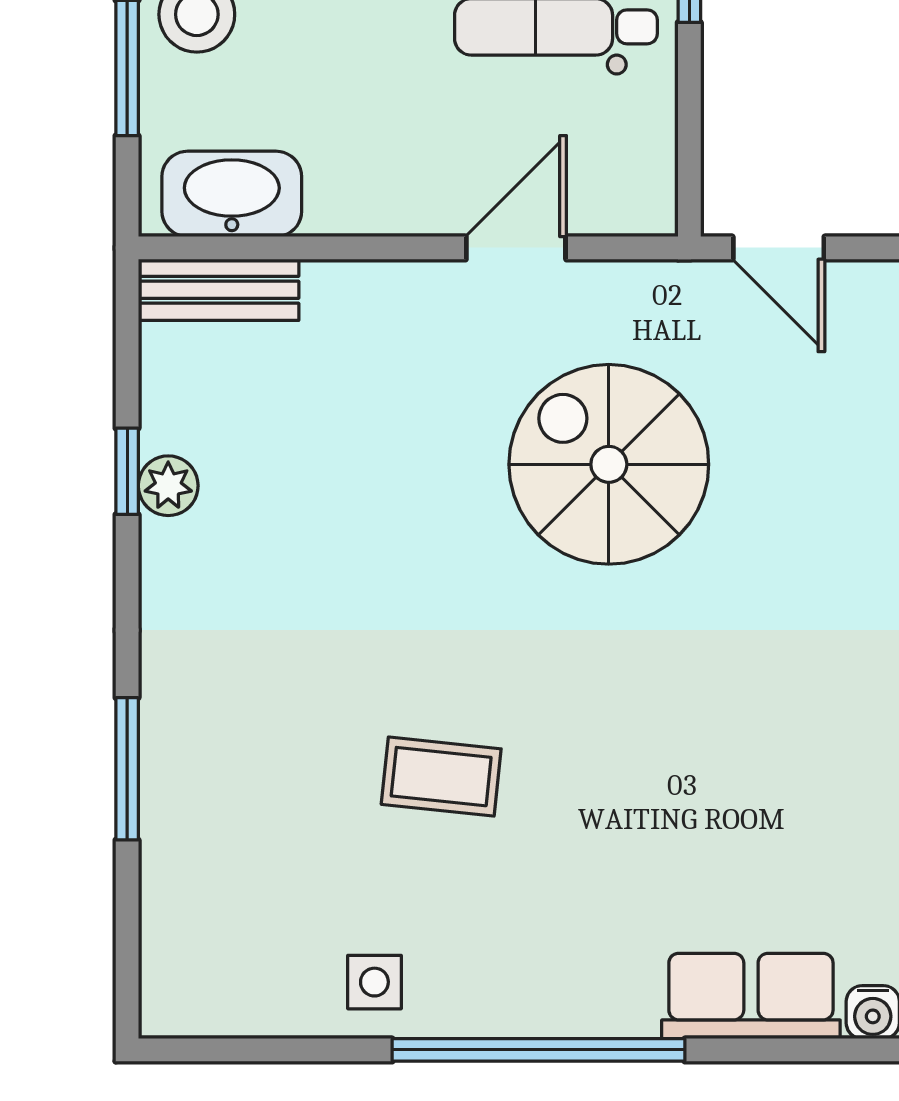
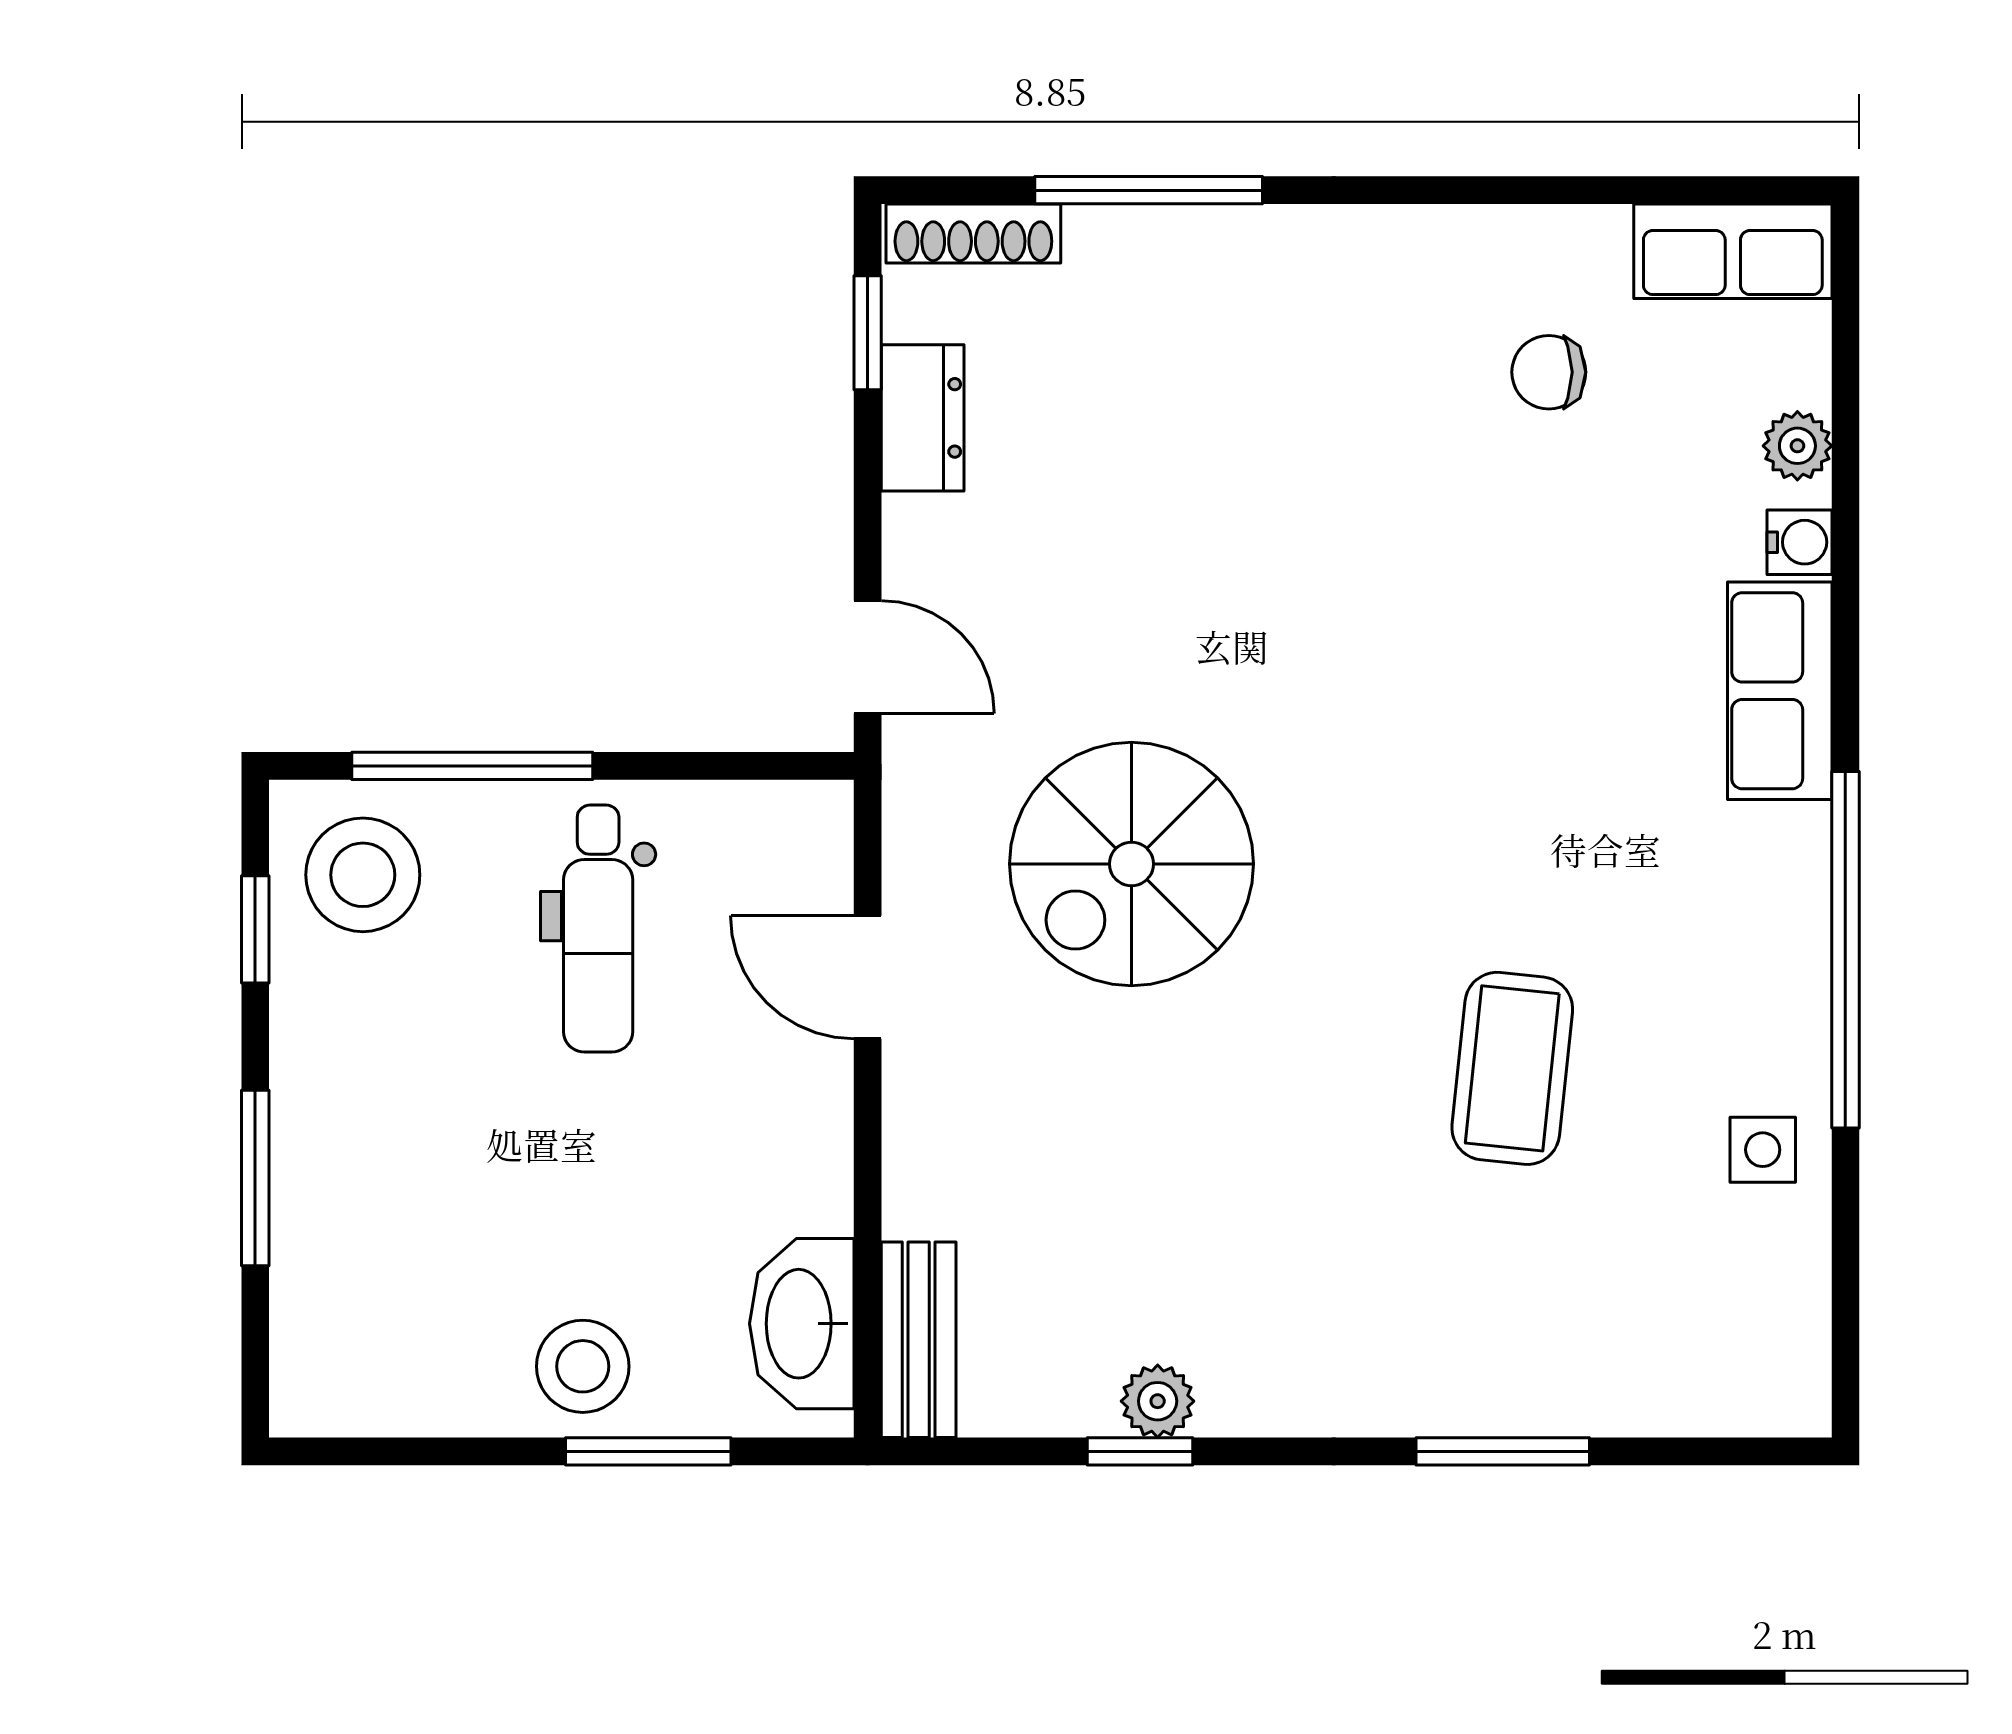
door: (779, 248) -> (868, 657), hinge flipped
coffee table: (441, 777) -> (1512, 1068), width x1.36, depth x1.30

